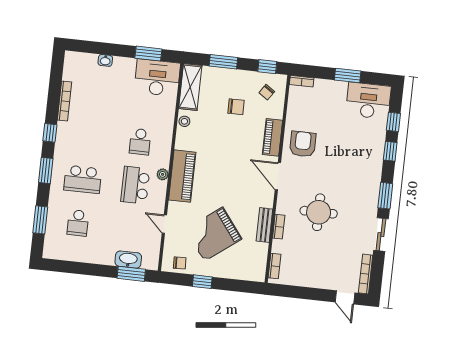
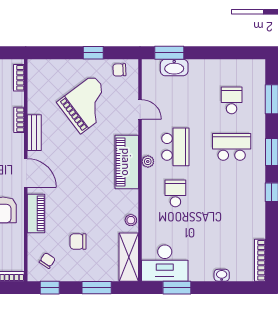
bookcase: (65, 101) -> (260, 260), moved
bench: (264, 225) -> (34, 133), moved

